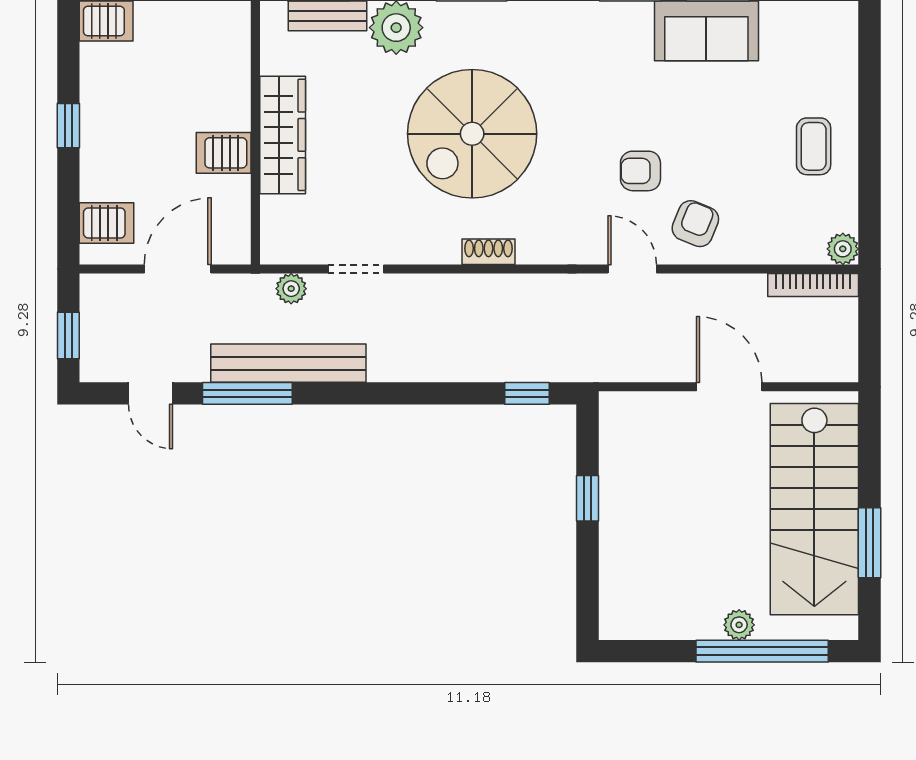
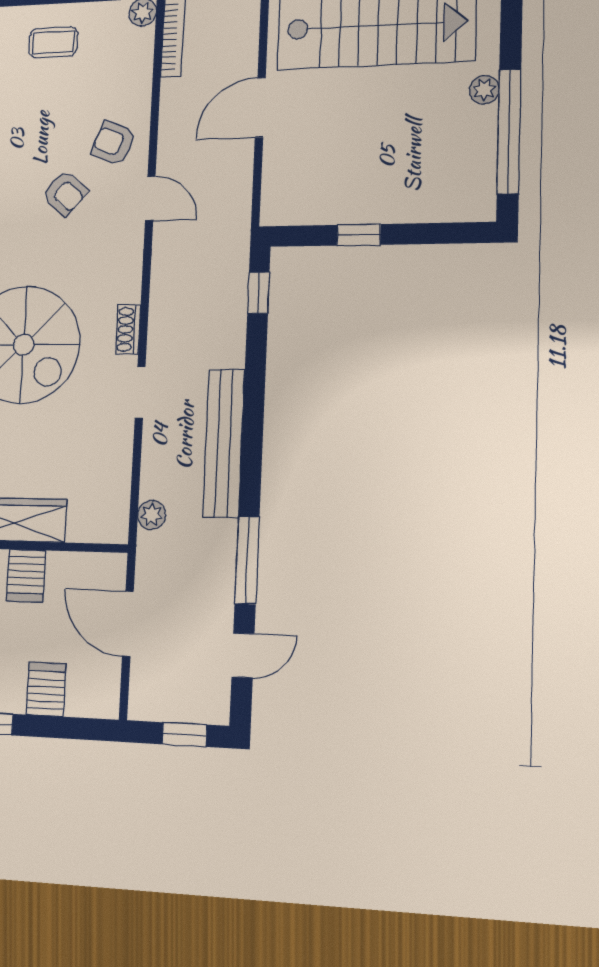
armchair: (640, 171) -> (65, 193), turned -49
server rack: (106, 223) -> (46, 689), moved
doorway: (356, 269) -> (140, 392), moved
door: (632, 269) -> (150, 198), swing flipped
bench: (288, 363) -> (224, 443), moved
window: (762, 651) -> (509, 131), moved

